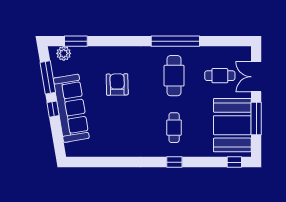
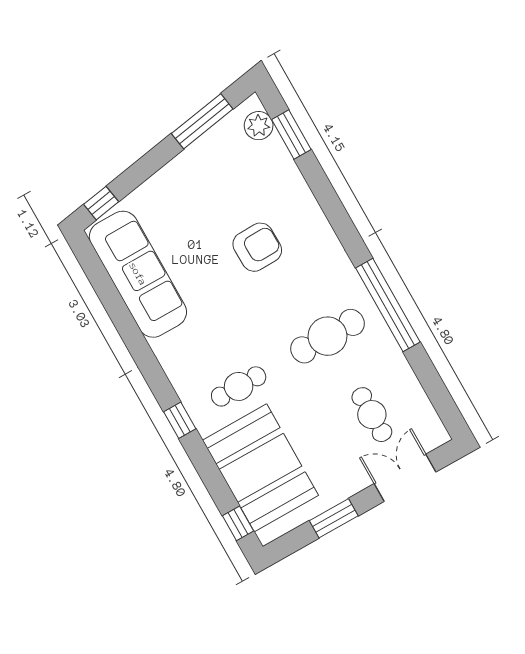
sofa: (71, 108) -> (138, 274), moved, turned -81
window: (53, 109) -> (101, 203), moved
window: (256, 118) -> (334, 518), width x0.69
booth: (232, 125) -> (260, 468), moved, turned 90

